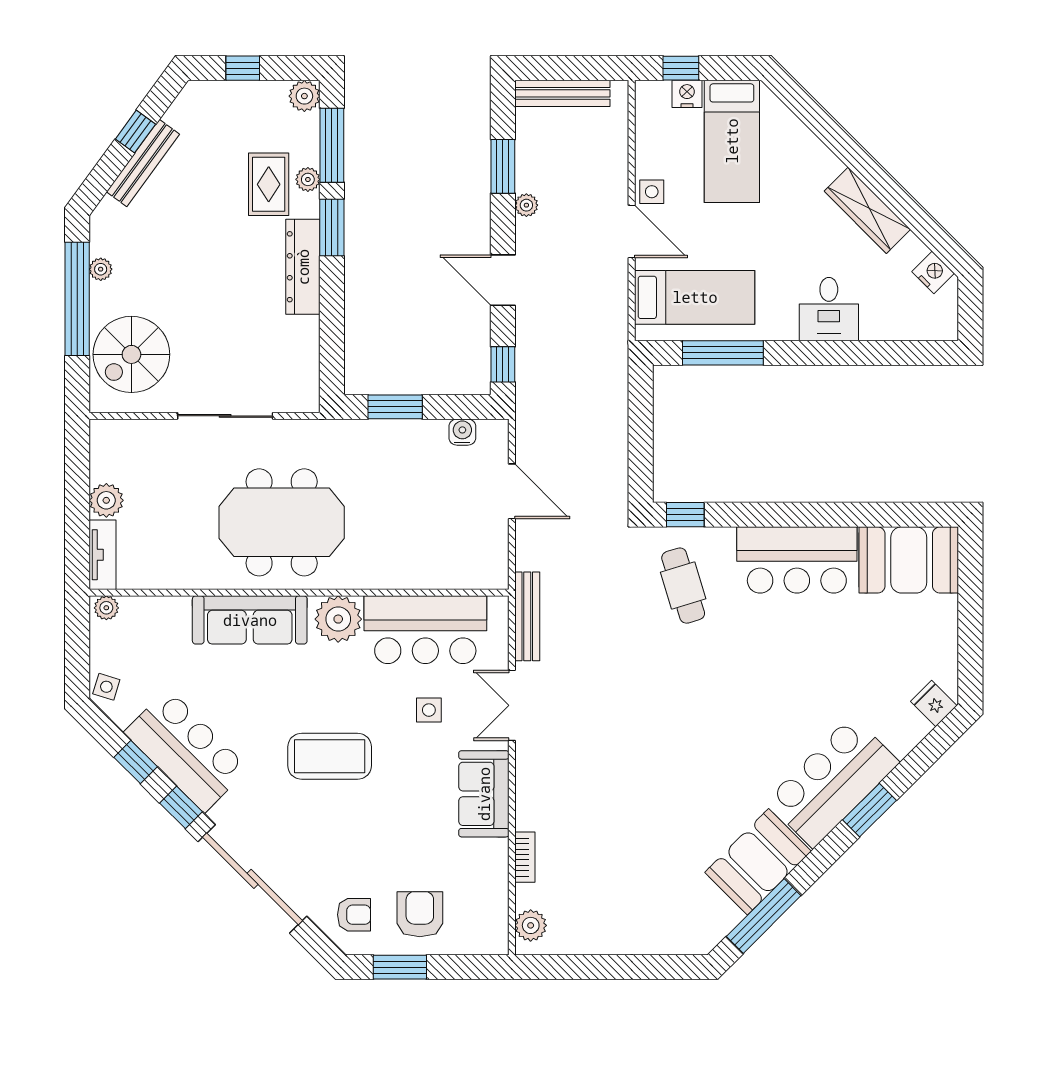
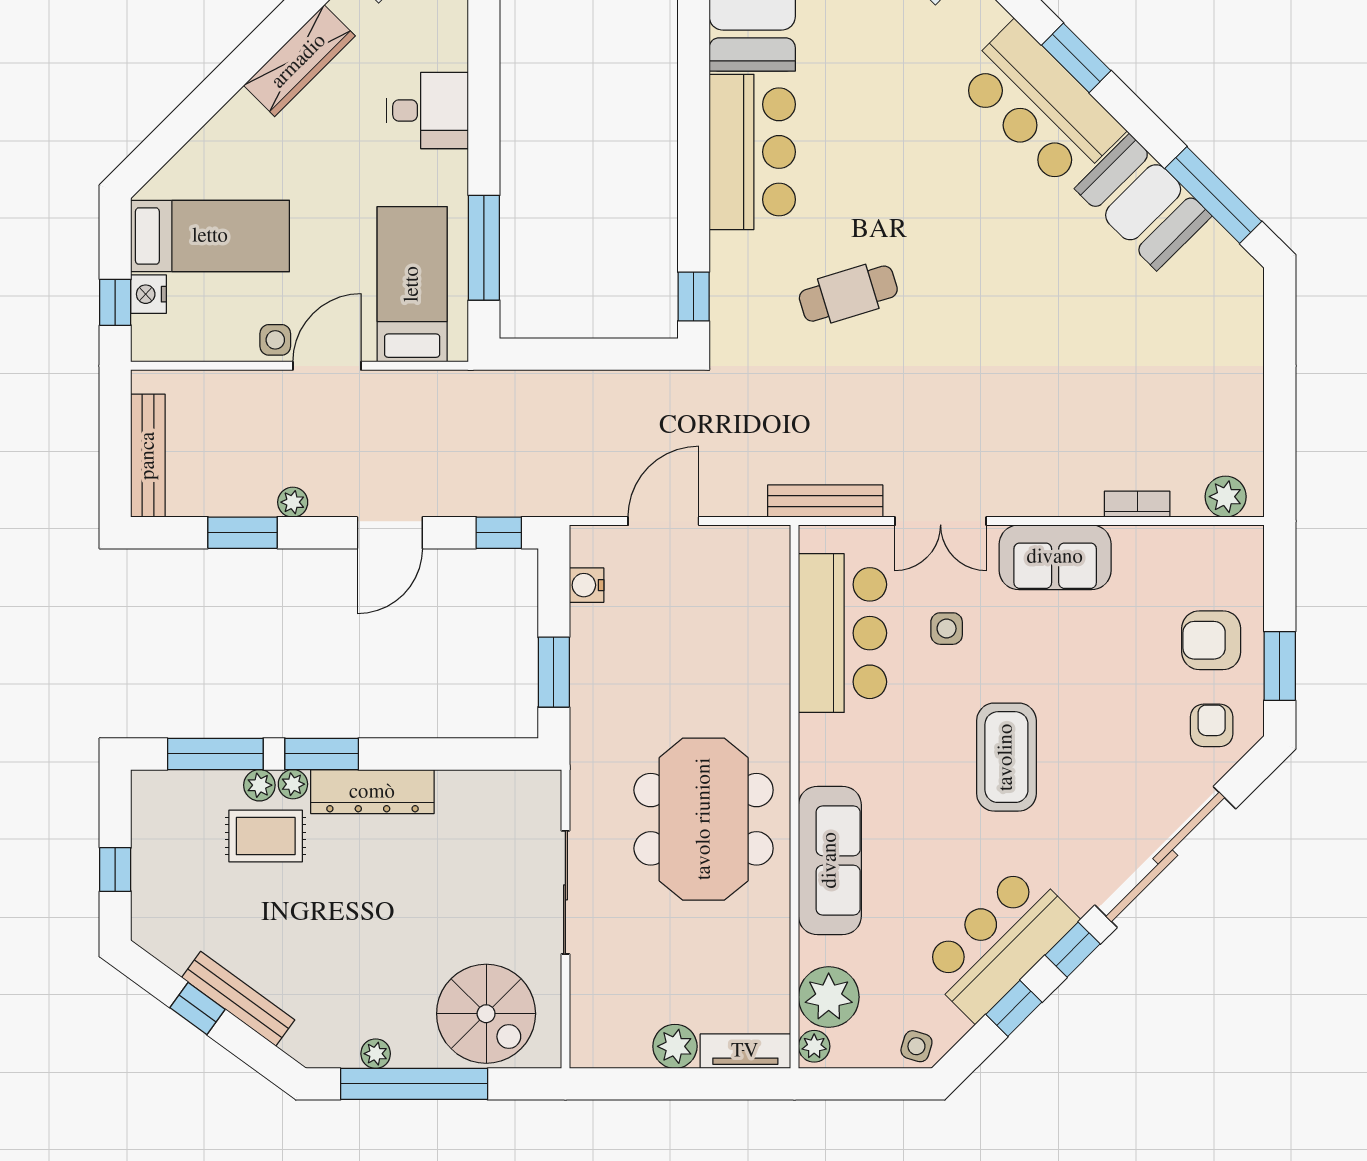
plant: (304, 96) -> (293, 784), moved, width x0.73, depth x0.73
cafe table: (683, 586) -> (848, 294), moved
plant: (338, 619) -> (829, 997), moved

